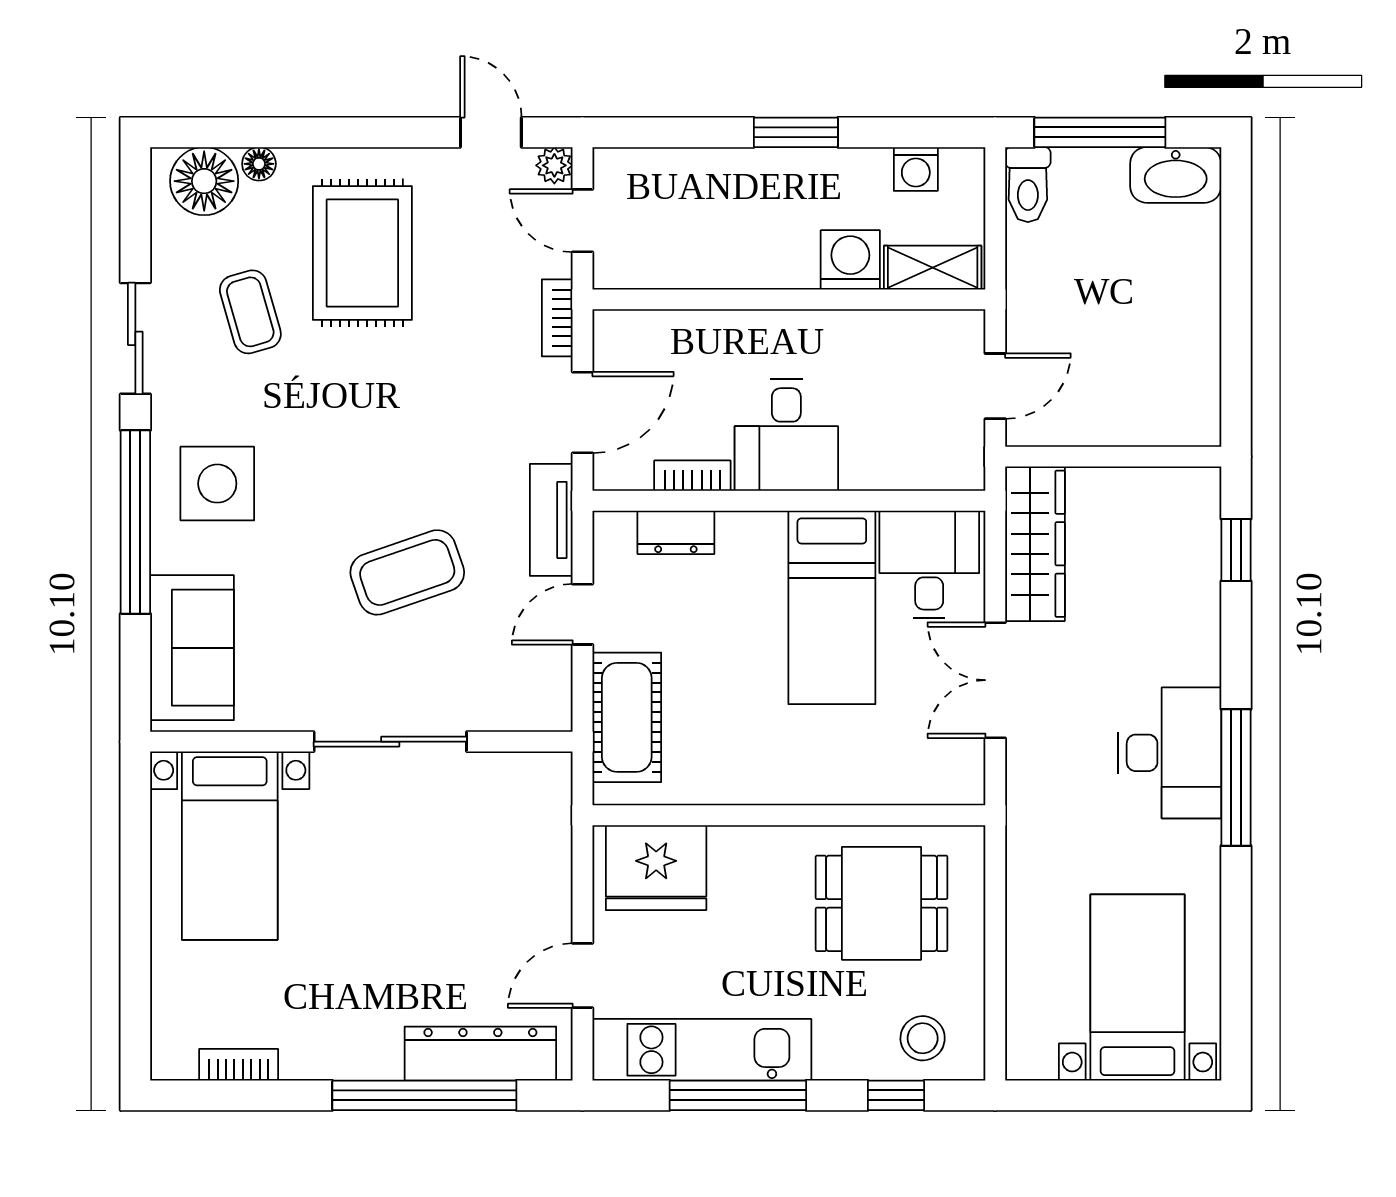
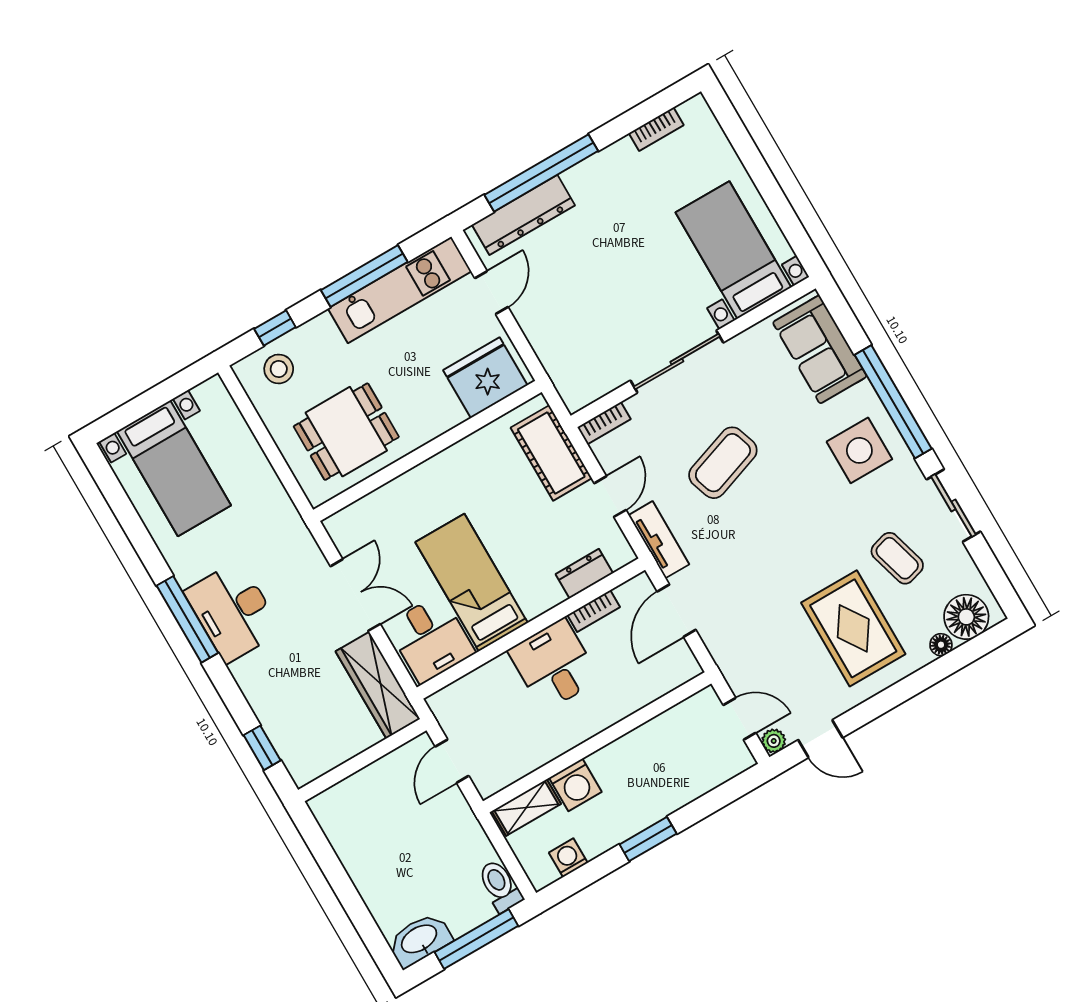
bookcase: (557, 318) -> (604, 423), moved, turned 90

